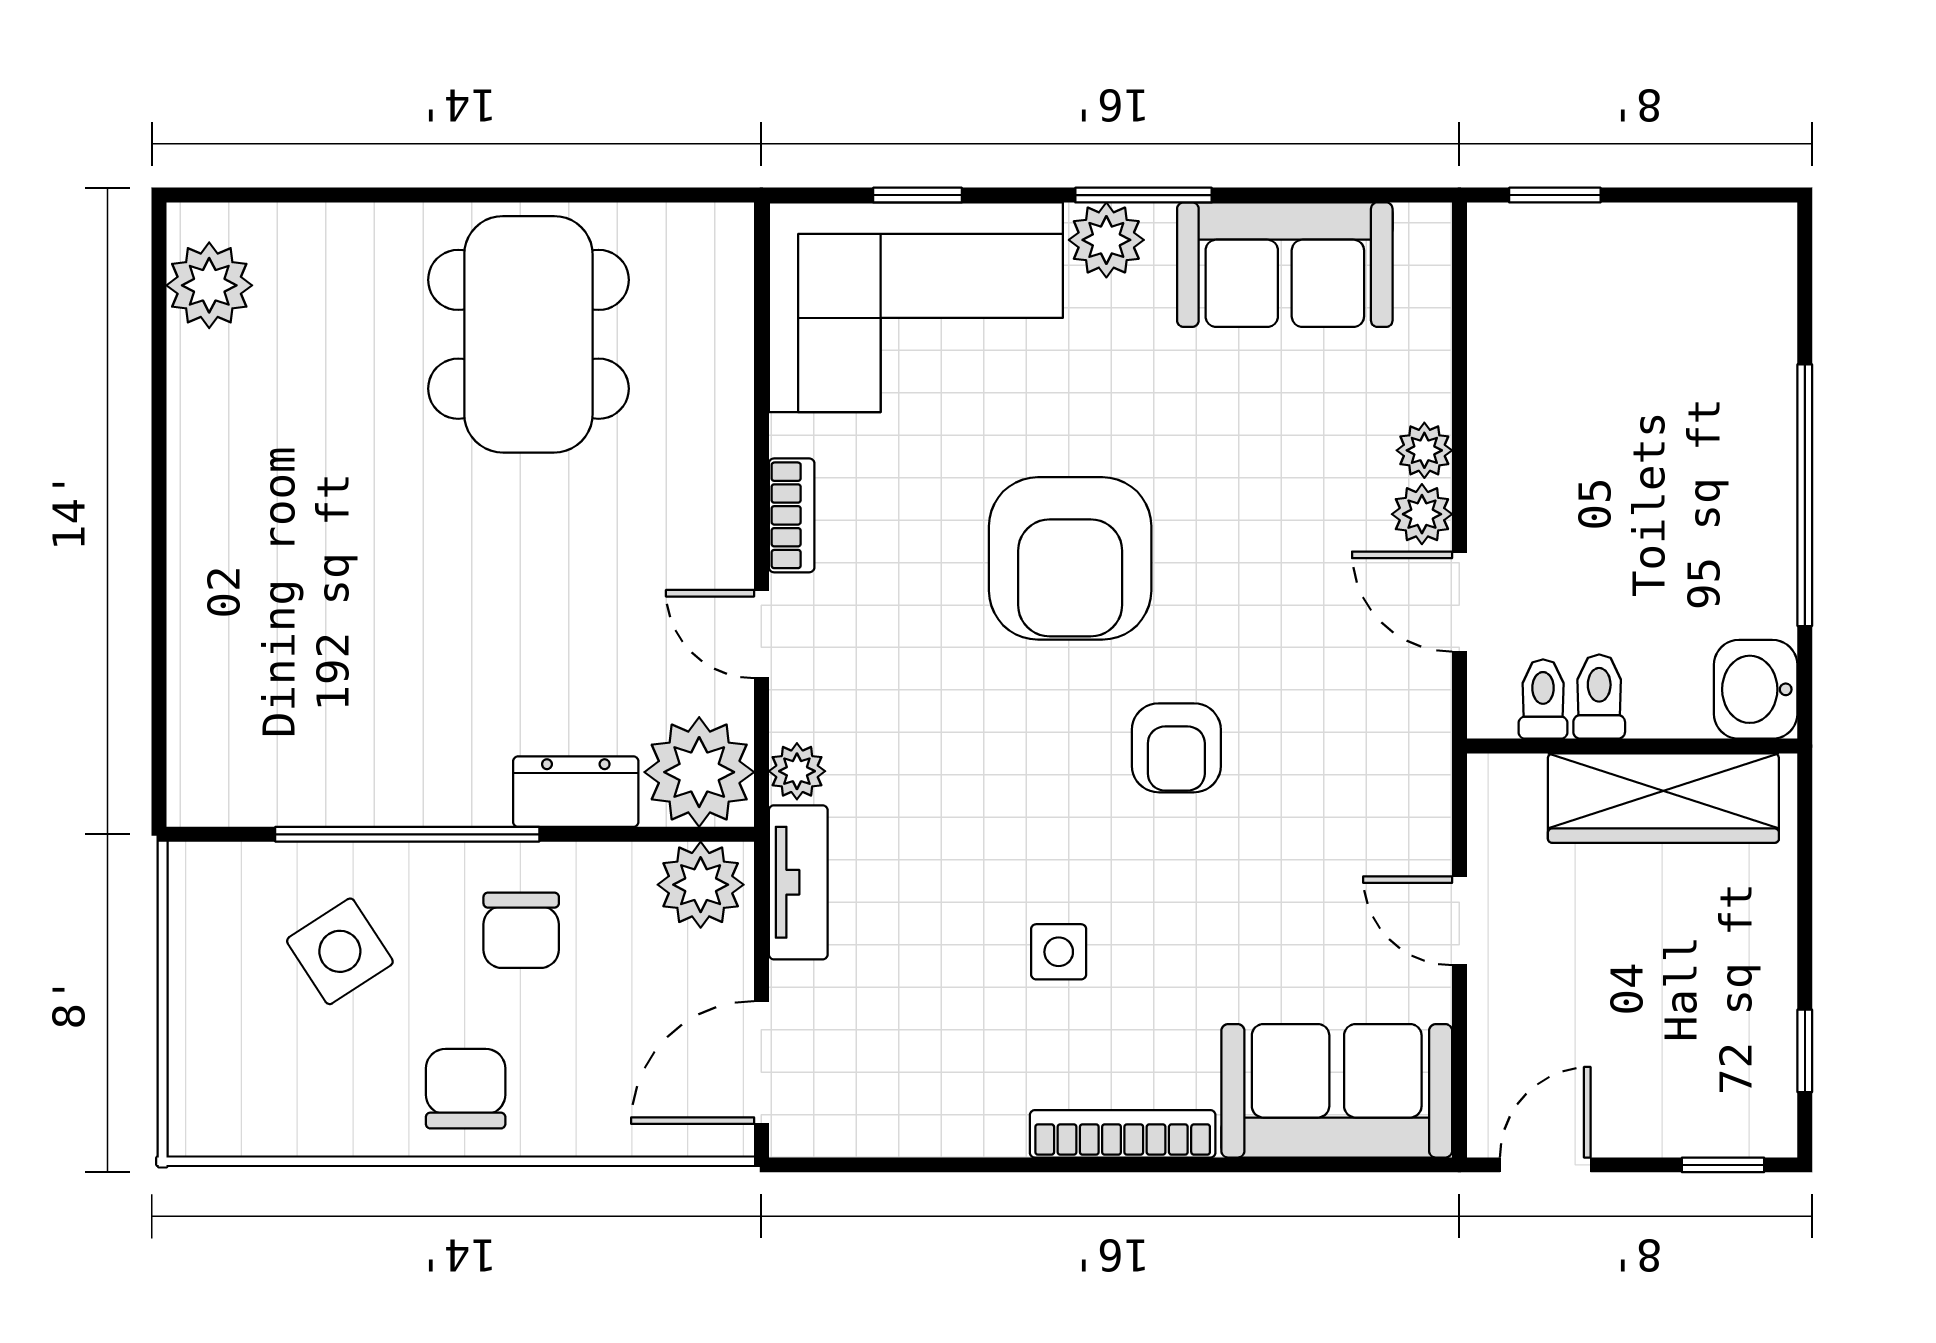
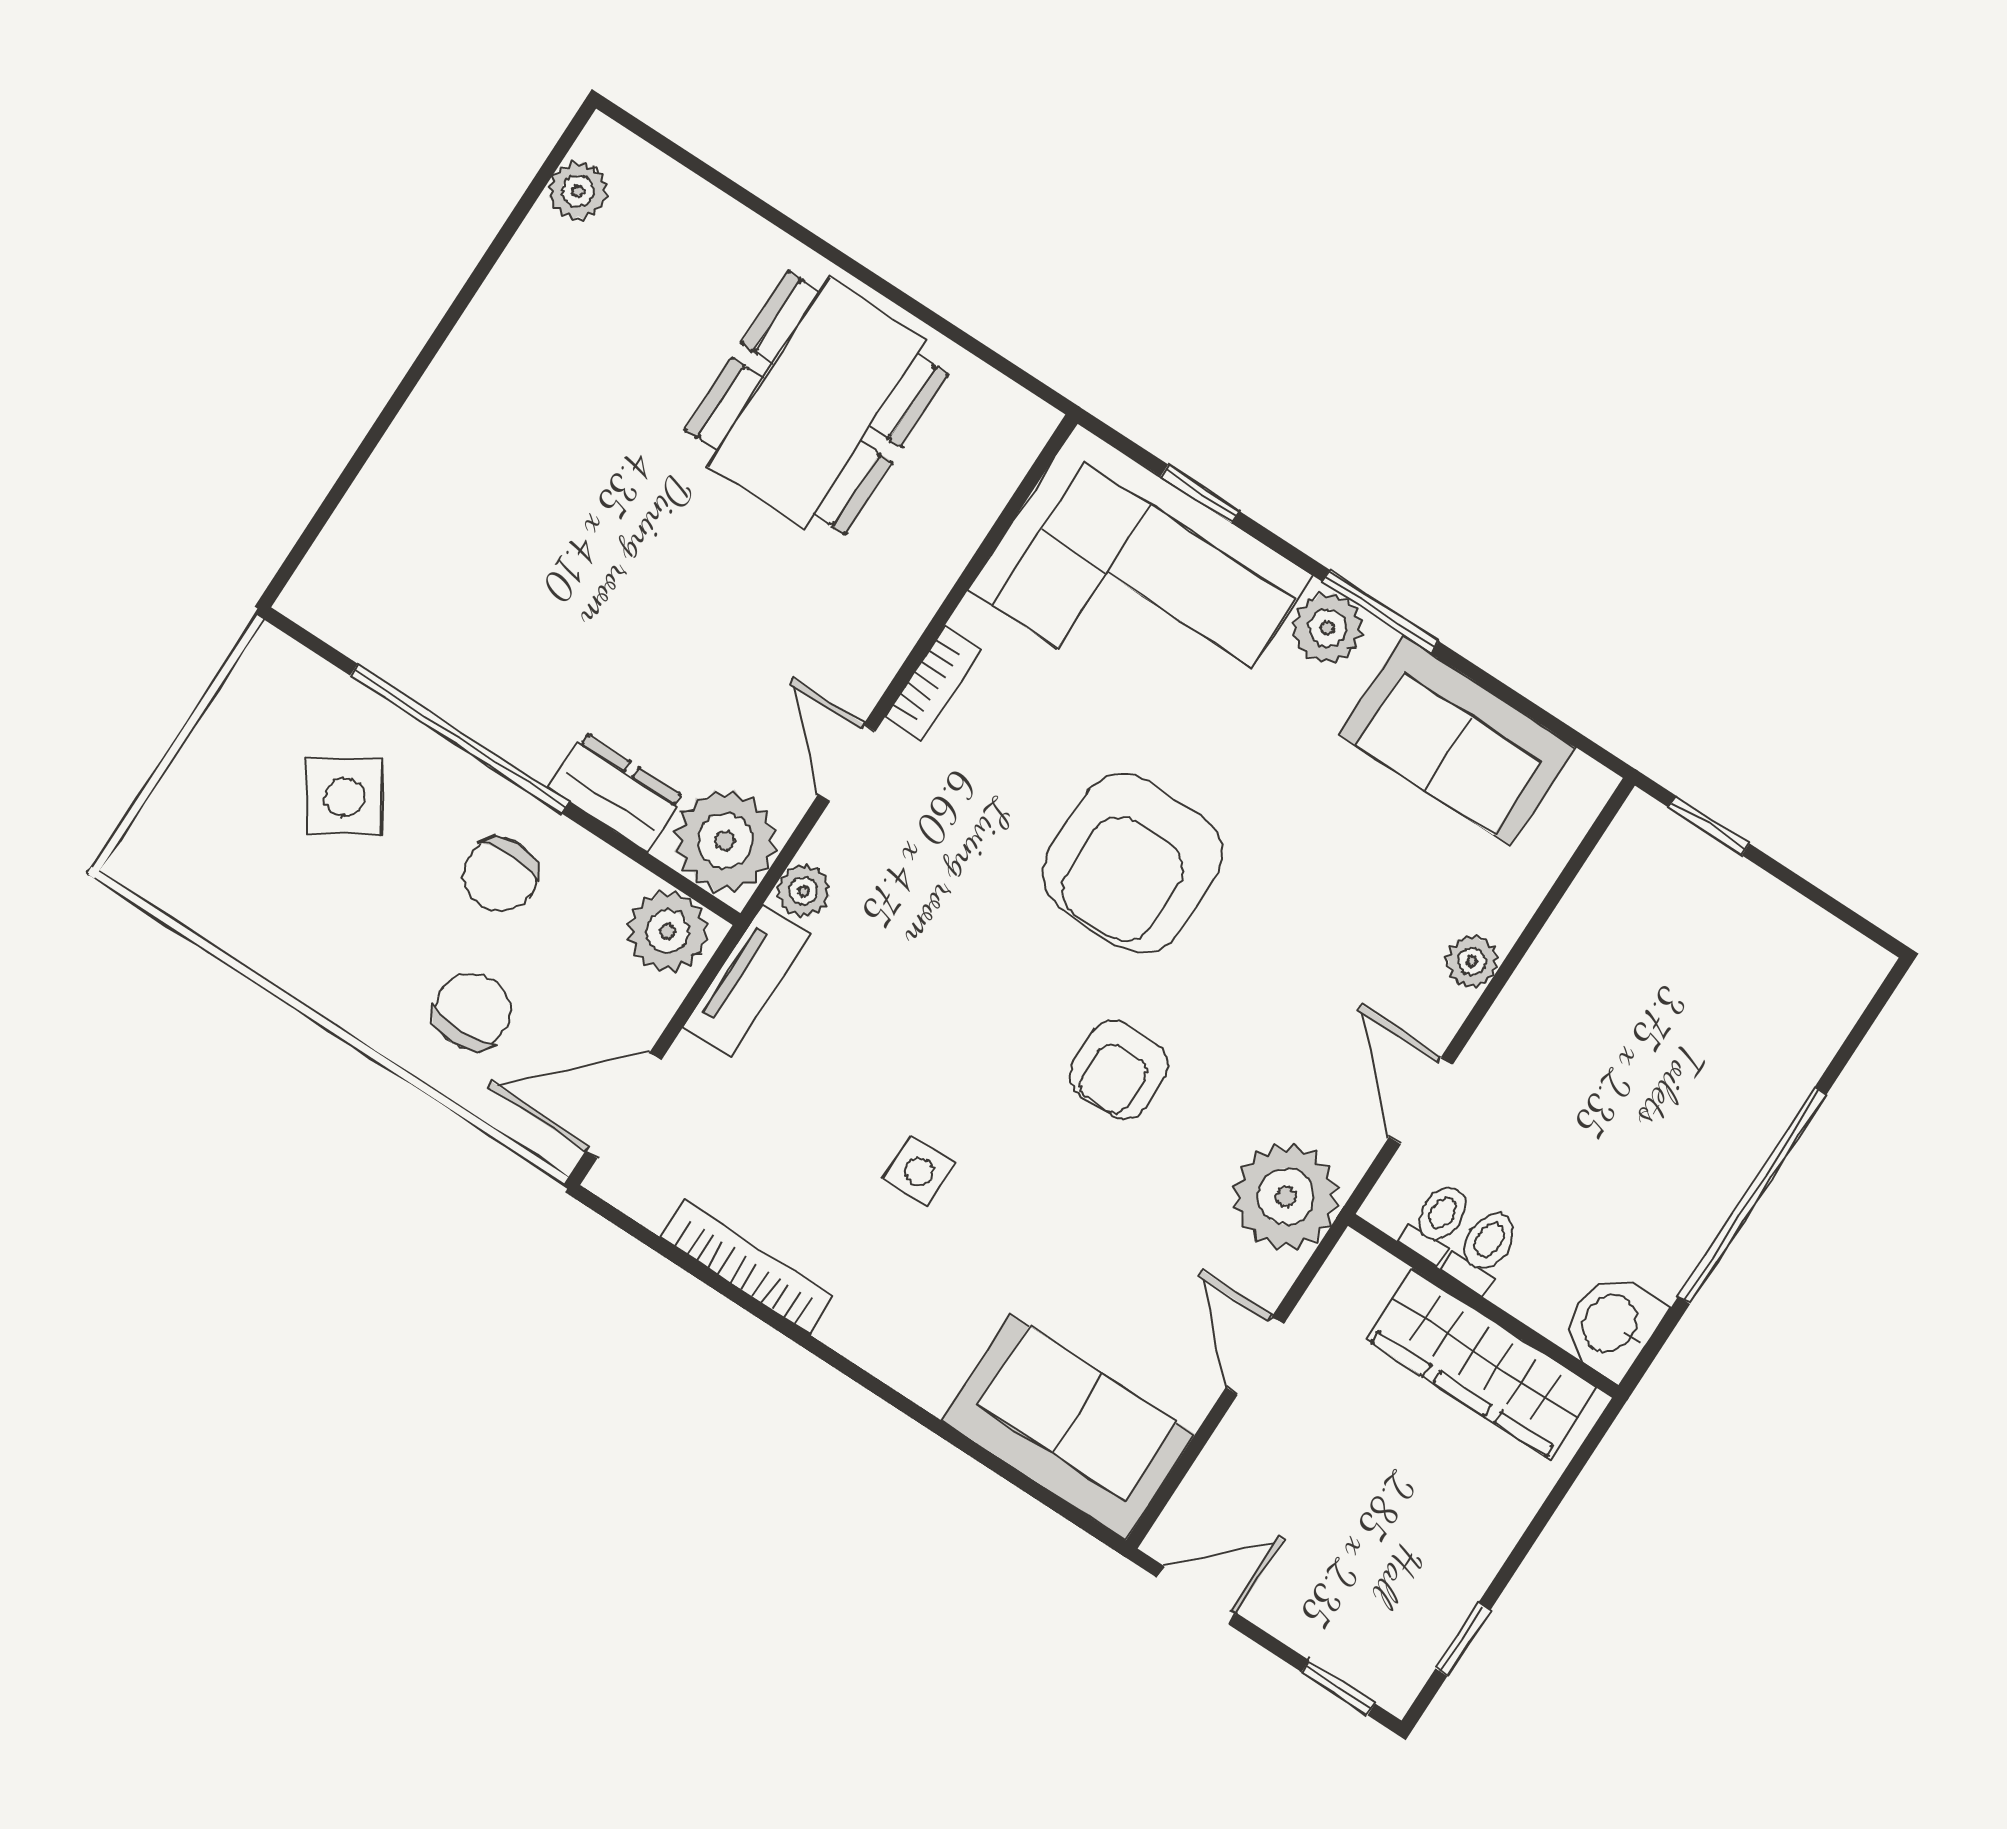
plant: (209, 285) -> (578, 191), width x0.73, depth x0.73
plant: (1422, 514) -> (1286, 1196), moved, width x1.87, depth x1.87
chair: (466, 1089) -> (472, 1011), moved
bookcase: (1123, 1134) -> (747, 1267), moved

